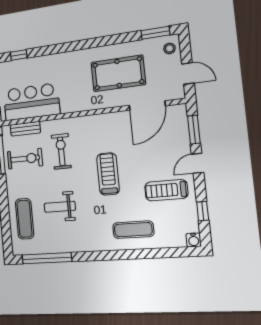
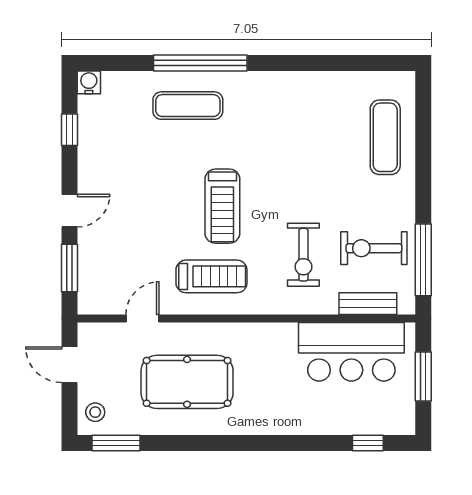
door: (147, 106) -> (143, 319), width x0.53
treadmill: (166, 190) -> (211, 276), moved
weight bench: (60, 207) -> (316, 155), removed
window: (47, 258) -> (200, 63), moved

